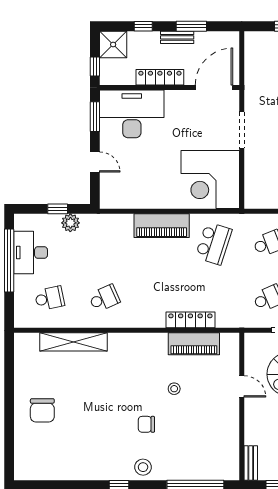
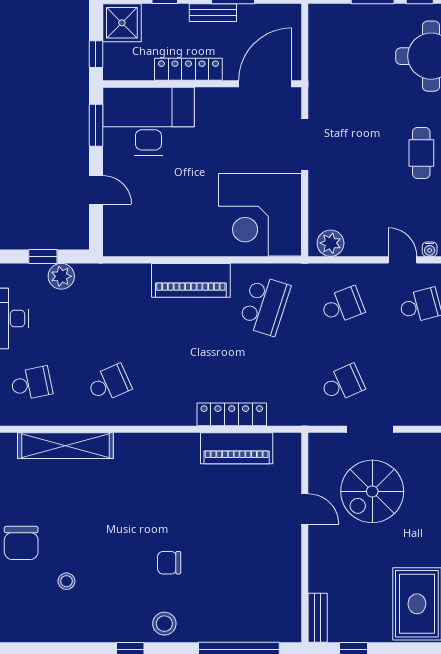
plant: (260, 200) -> (331, 243), added
stool: (174, 389) -> (66, 581), moved

